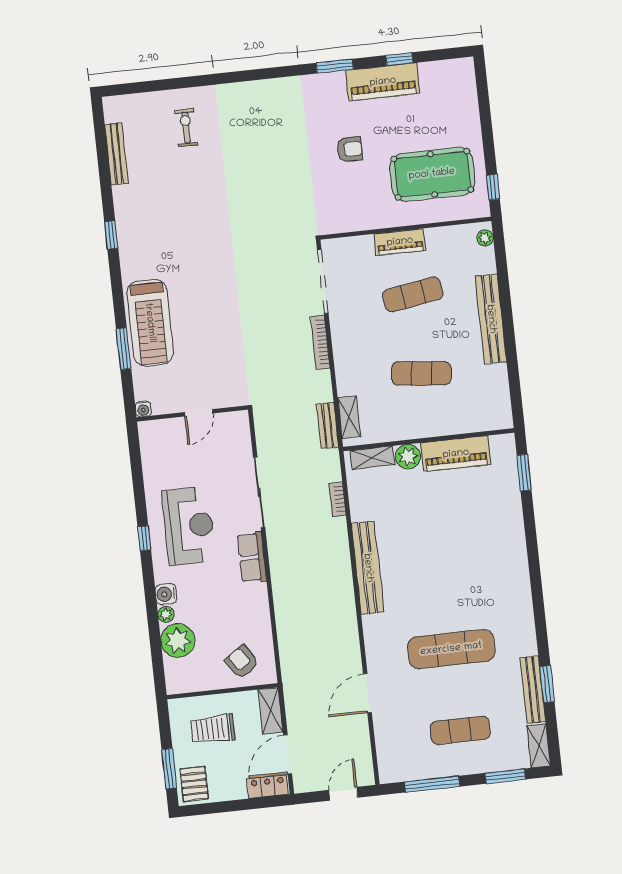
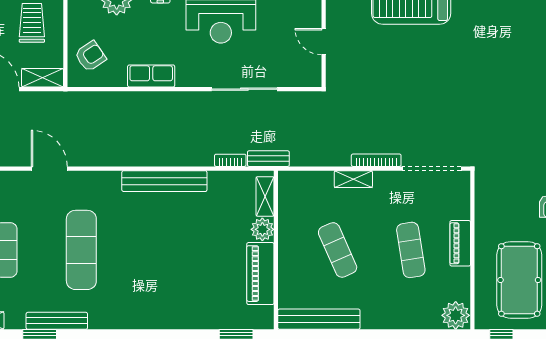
plant: (485, 238) -> (456, 315), width x1.88, depth x1.88
bench: (491, 319) -> (319, 319), moved
exercise mat: (421, 373) -> (338, 250), turned -30
shelving: (349, 417) -> (353, 179), moved
bench: (328, 425) -> (268, 159), moved
row of seats: (252, 557) -> (151, 76), moved
bench: (533, 690) -> (57, 321), moved

